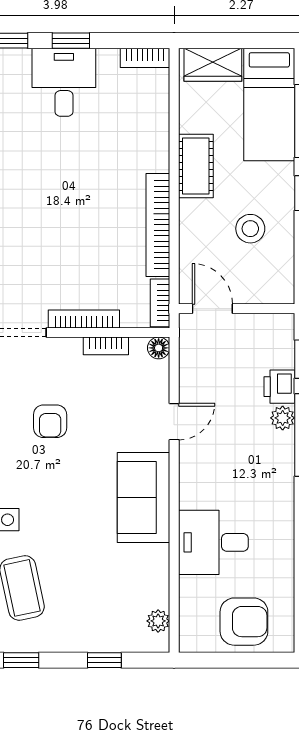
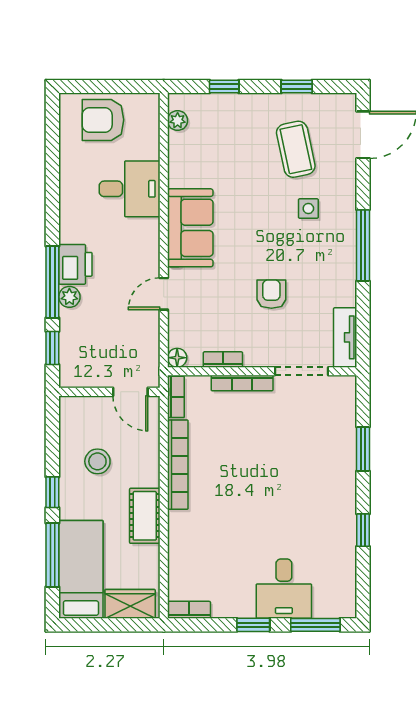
desk: (64, 82) -> (284, 589), moved
printer: (279, 387) -> (75, 264), moved, width x1.36, depth x1.24

